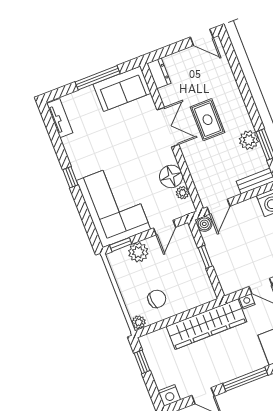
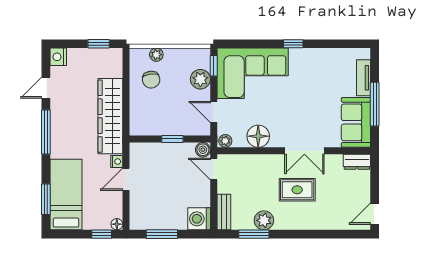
tv unit: (60, 118) -> (363, 78), moved, turned 90
plant: (183, 193) -> (225, 141), moved
plant: (139, 322) -> (156, 55), moved

